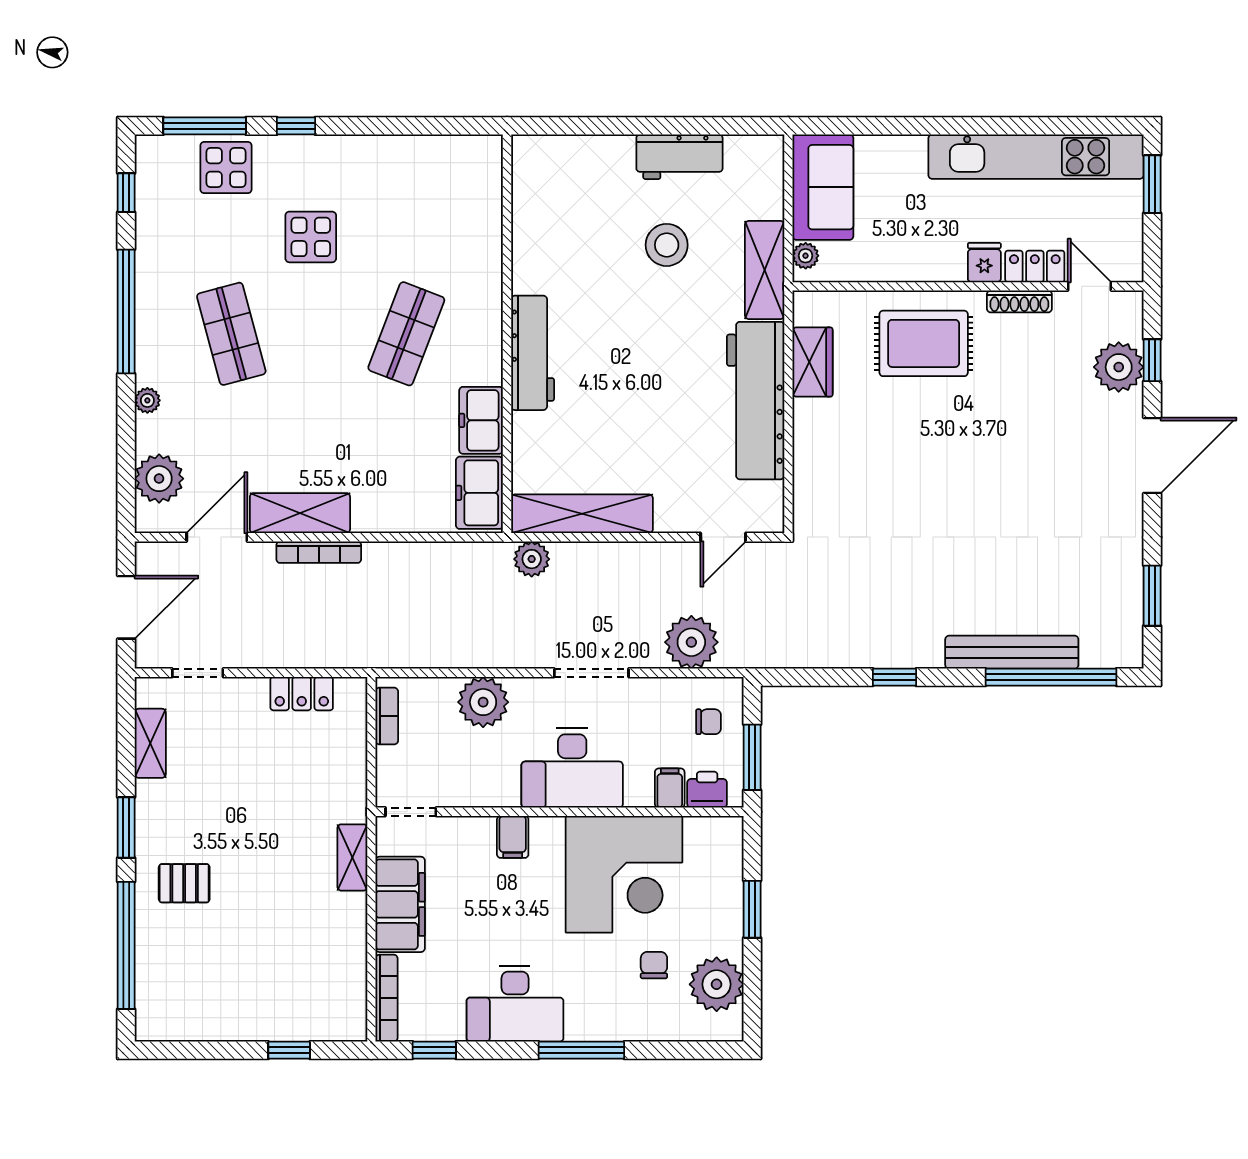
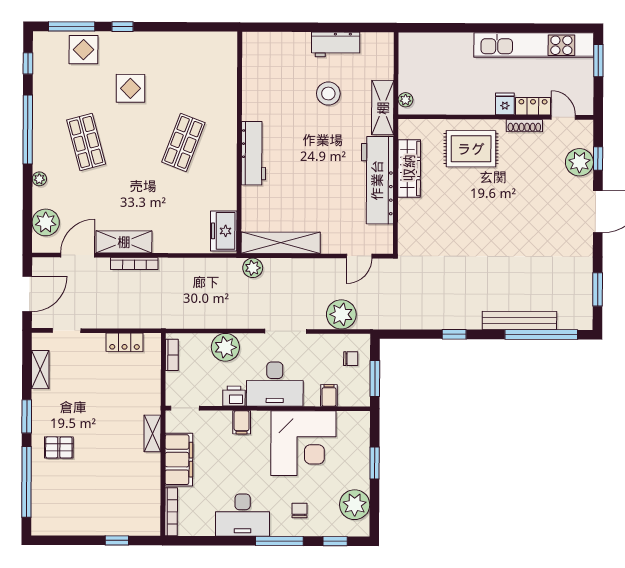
sofa: (823, 187) -> (415, 62), removed
wardrobe: (812, 362) -> (409, 168), width x1.50
freezer: (481, 420) -> (225, 191), removed
printer: (707, 790) -> (234, 396), moved
chair: (654, 965) -> (299, 510), moved
window: (434, 1050) -> (335, 541), moved

